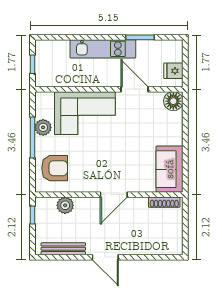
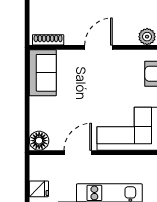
fridge: (173, 71) -> (39, 189), moved
door: (135, 89) -> (78, 153), swing flipped

